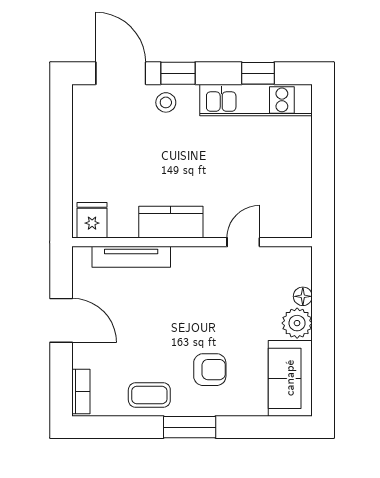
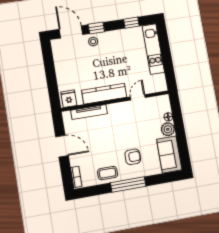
kitchen unit: (256, 100) -> (153, 49), moved, turned 90
kitchen counter: (171, 222) -> (104, 94), width x1.50
window: (190, 427) -> (128, 184), width x1.44

